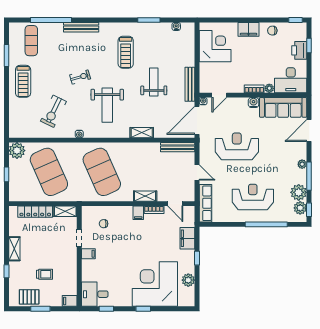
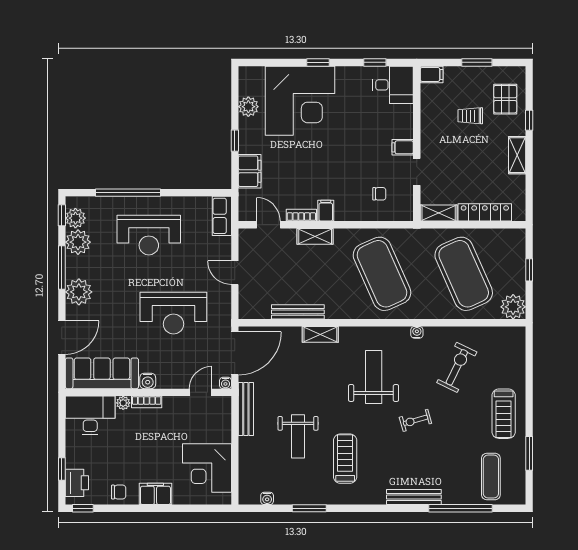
printer: (299, 50) -> (77, 483), moved
treadmill: (23, 81) -> (504, 414), turned 180
weight bench: (154, 82) -> (298, 436), moved
bench: (178, 147) -> (298, 312), moved
plant: (302, 164) -> (79, 292), width x1.88, depth x1.88
row of seats: (205, 203) -> (222, 216), width x0.68
pallet: (29, 297) -> (505, 99), moved, turned 90

